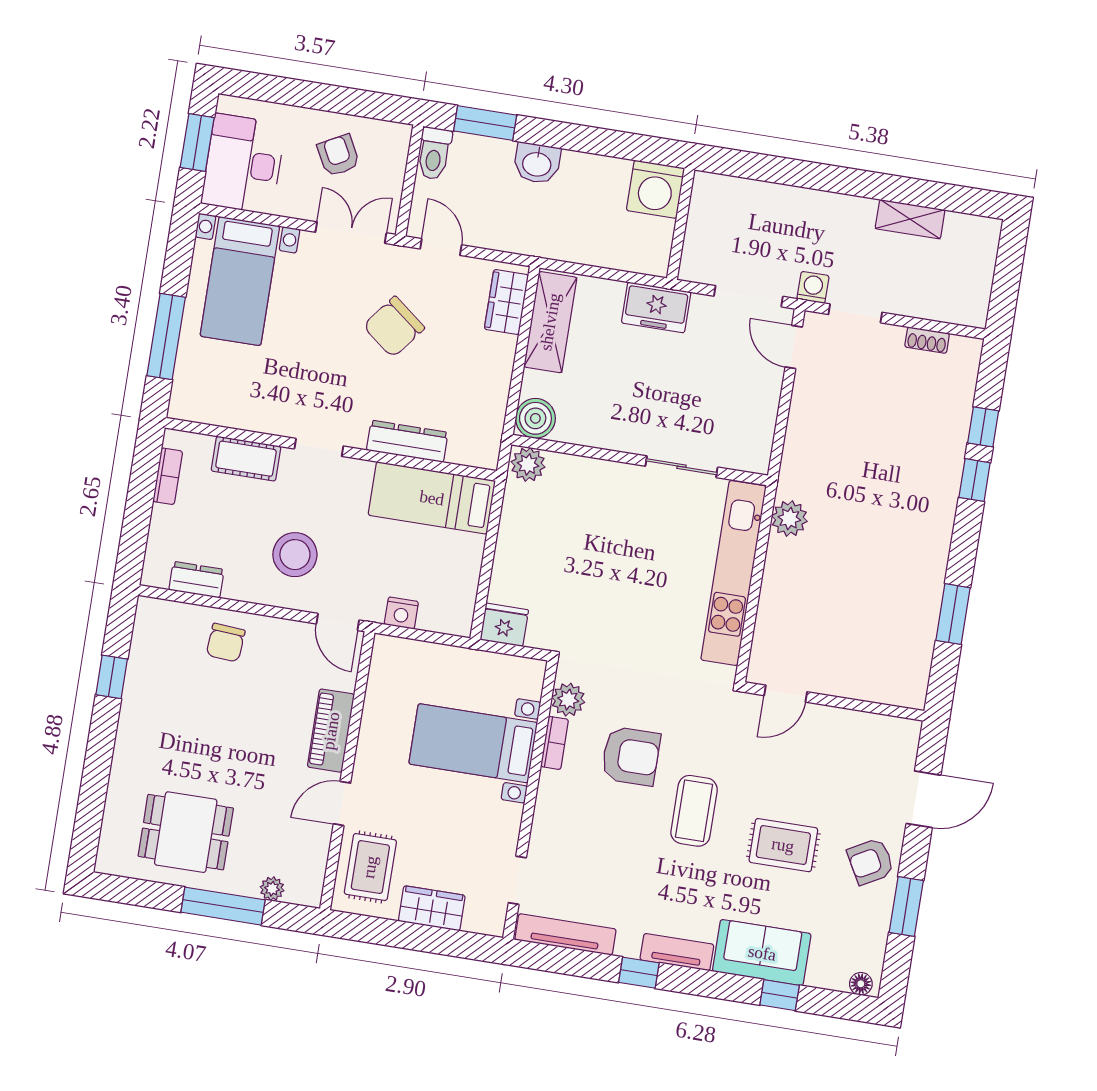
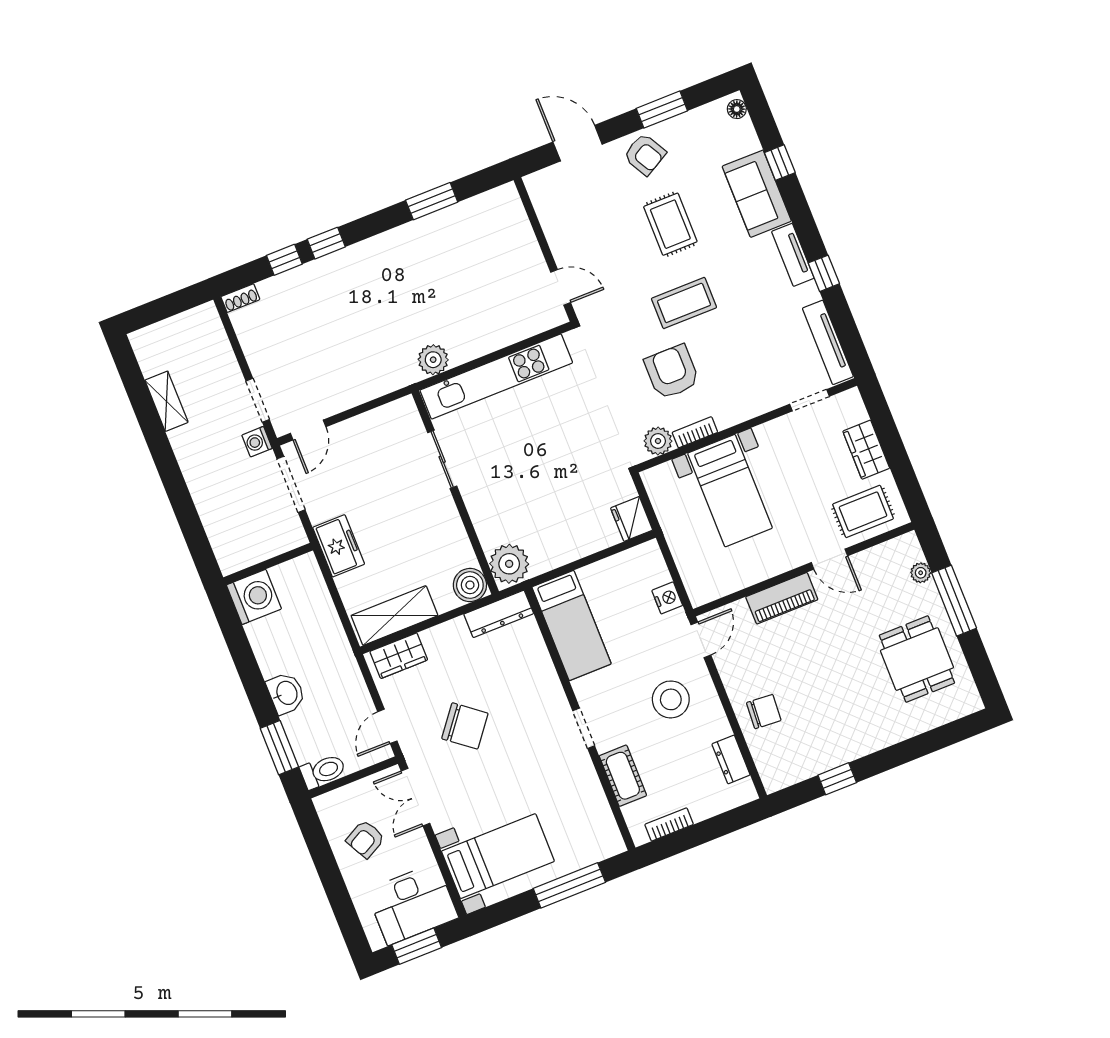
shoe rack: (927, 340) -> (240, 298), moved, turned 90
dresser: (407, 441) -> (499, 614), moved, turned -90
plant: (528, 464) -> (509, 564), width x1.36, depth x1.36

